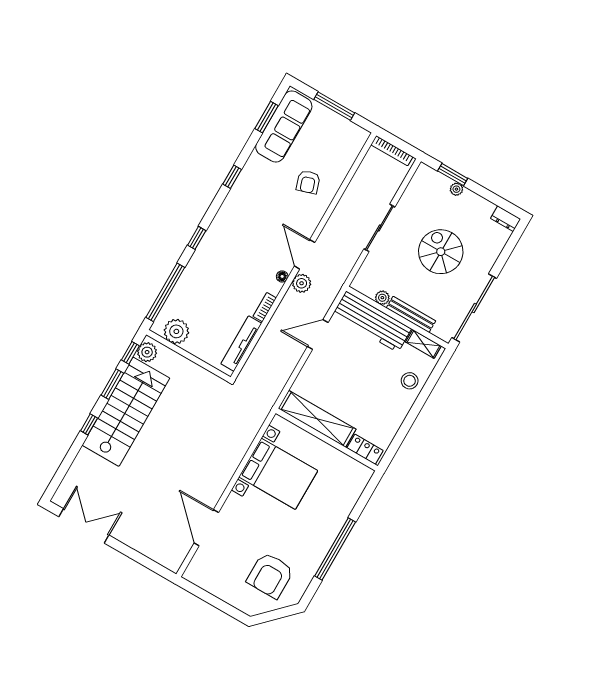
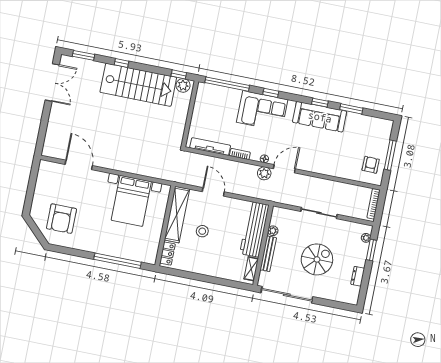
window: (267, 117) -> (351, 109), moved
sofa: (284, 126) -> (320, 117), moved
armchair: (308, 182) -> (371, 165), moved, turned 109
plant: (456, 189) -> (366, 238), moved
dresser: (506, 219) -> (358, 276), moved
corner sofa: (217, 258) -> (262, 111), added
plant: (176, 331) -> (204, 100), removed
door: (318, 335) -> (213, 192), moved
stool: (410, 381) -> (202, 231), moved
window: (112, 384) -> (84, 55), moved
door: (206, 528) -> (79, 165), hinge flipped
window: (335, 549) -> (117, 261), moved
armchair: (270, 575) -> (61, 219), turned -90

